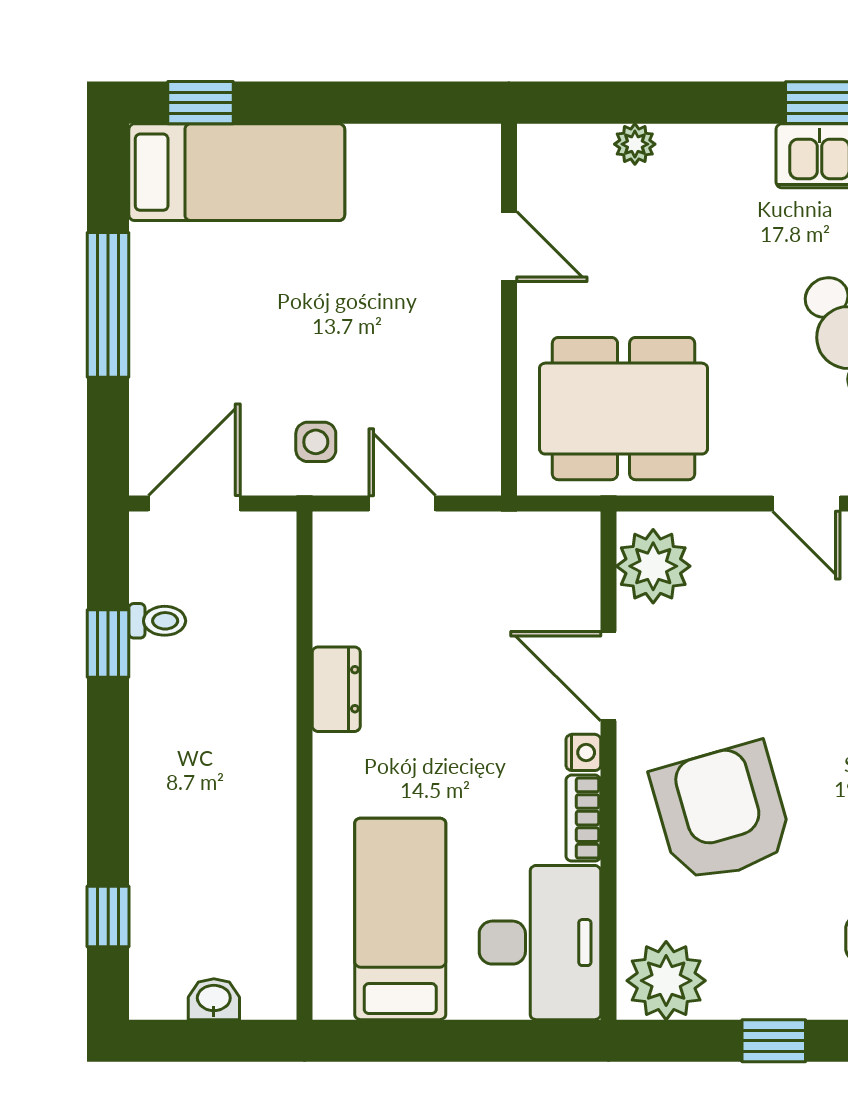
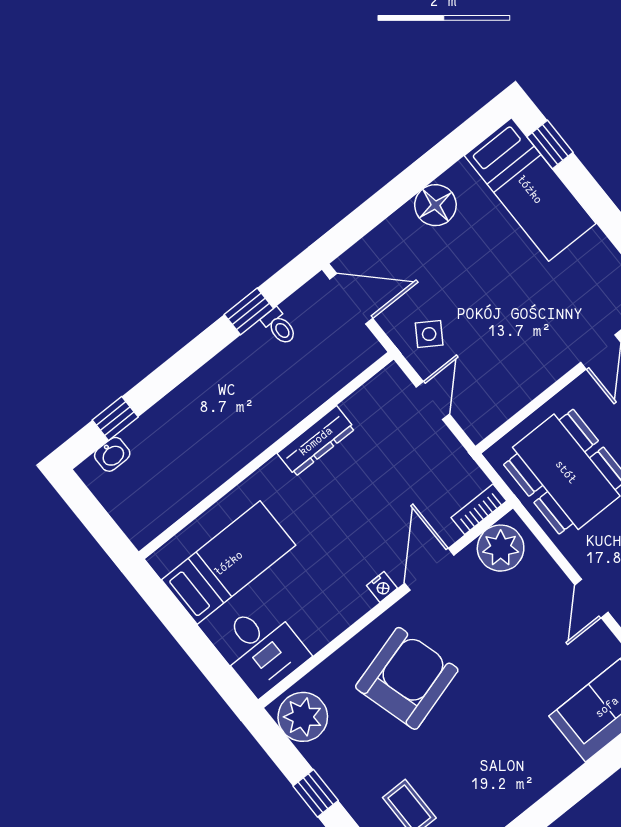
window: (108, 305) -> (415, 179), removed
floor lamp: (162, 306) -> (435, 205), added
side table: (316, 442) -> (429, 334), turned 33
dresser: (336, 689) -> (316, 441), width x1.44
bookcase: (583, 818) -> (479, 509), moved
desk: (540, 943) -> (262, 648), width x0.73
washbasin: (214, 999) -> (112, 454), moved, turned 90

